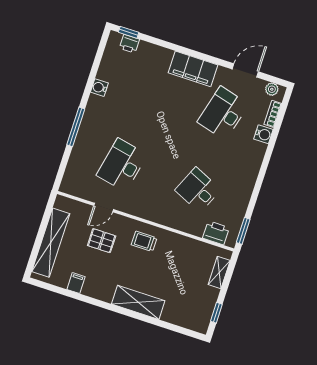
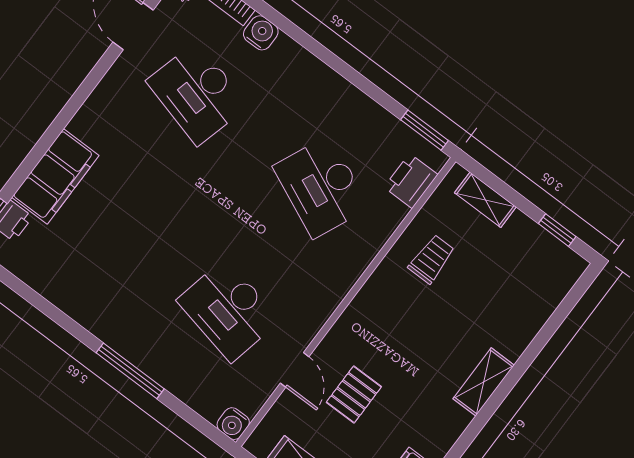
filing cabinet: (193, 69) -> (55, 176), moved
water cooler: (99, 88) -> (233, 424), moved
desk: (198, 190) -> (321, 187), width x1.37
trolley: (144, 241) -> (431, 259), moved, turned 180
shelving: (138, 302) -> (484, 382), width x0.67, depth x0.75

